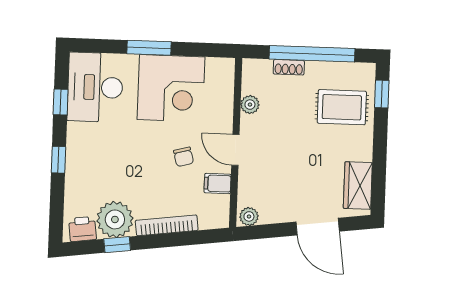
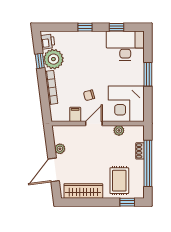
corner desk: (171, 88) -> (126, 104), moved
wardrobe: (358, 186) -> (83, 191), width x1.50
plant: (249, 216) -> (60, 149), moved

